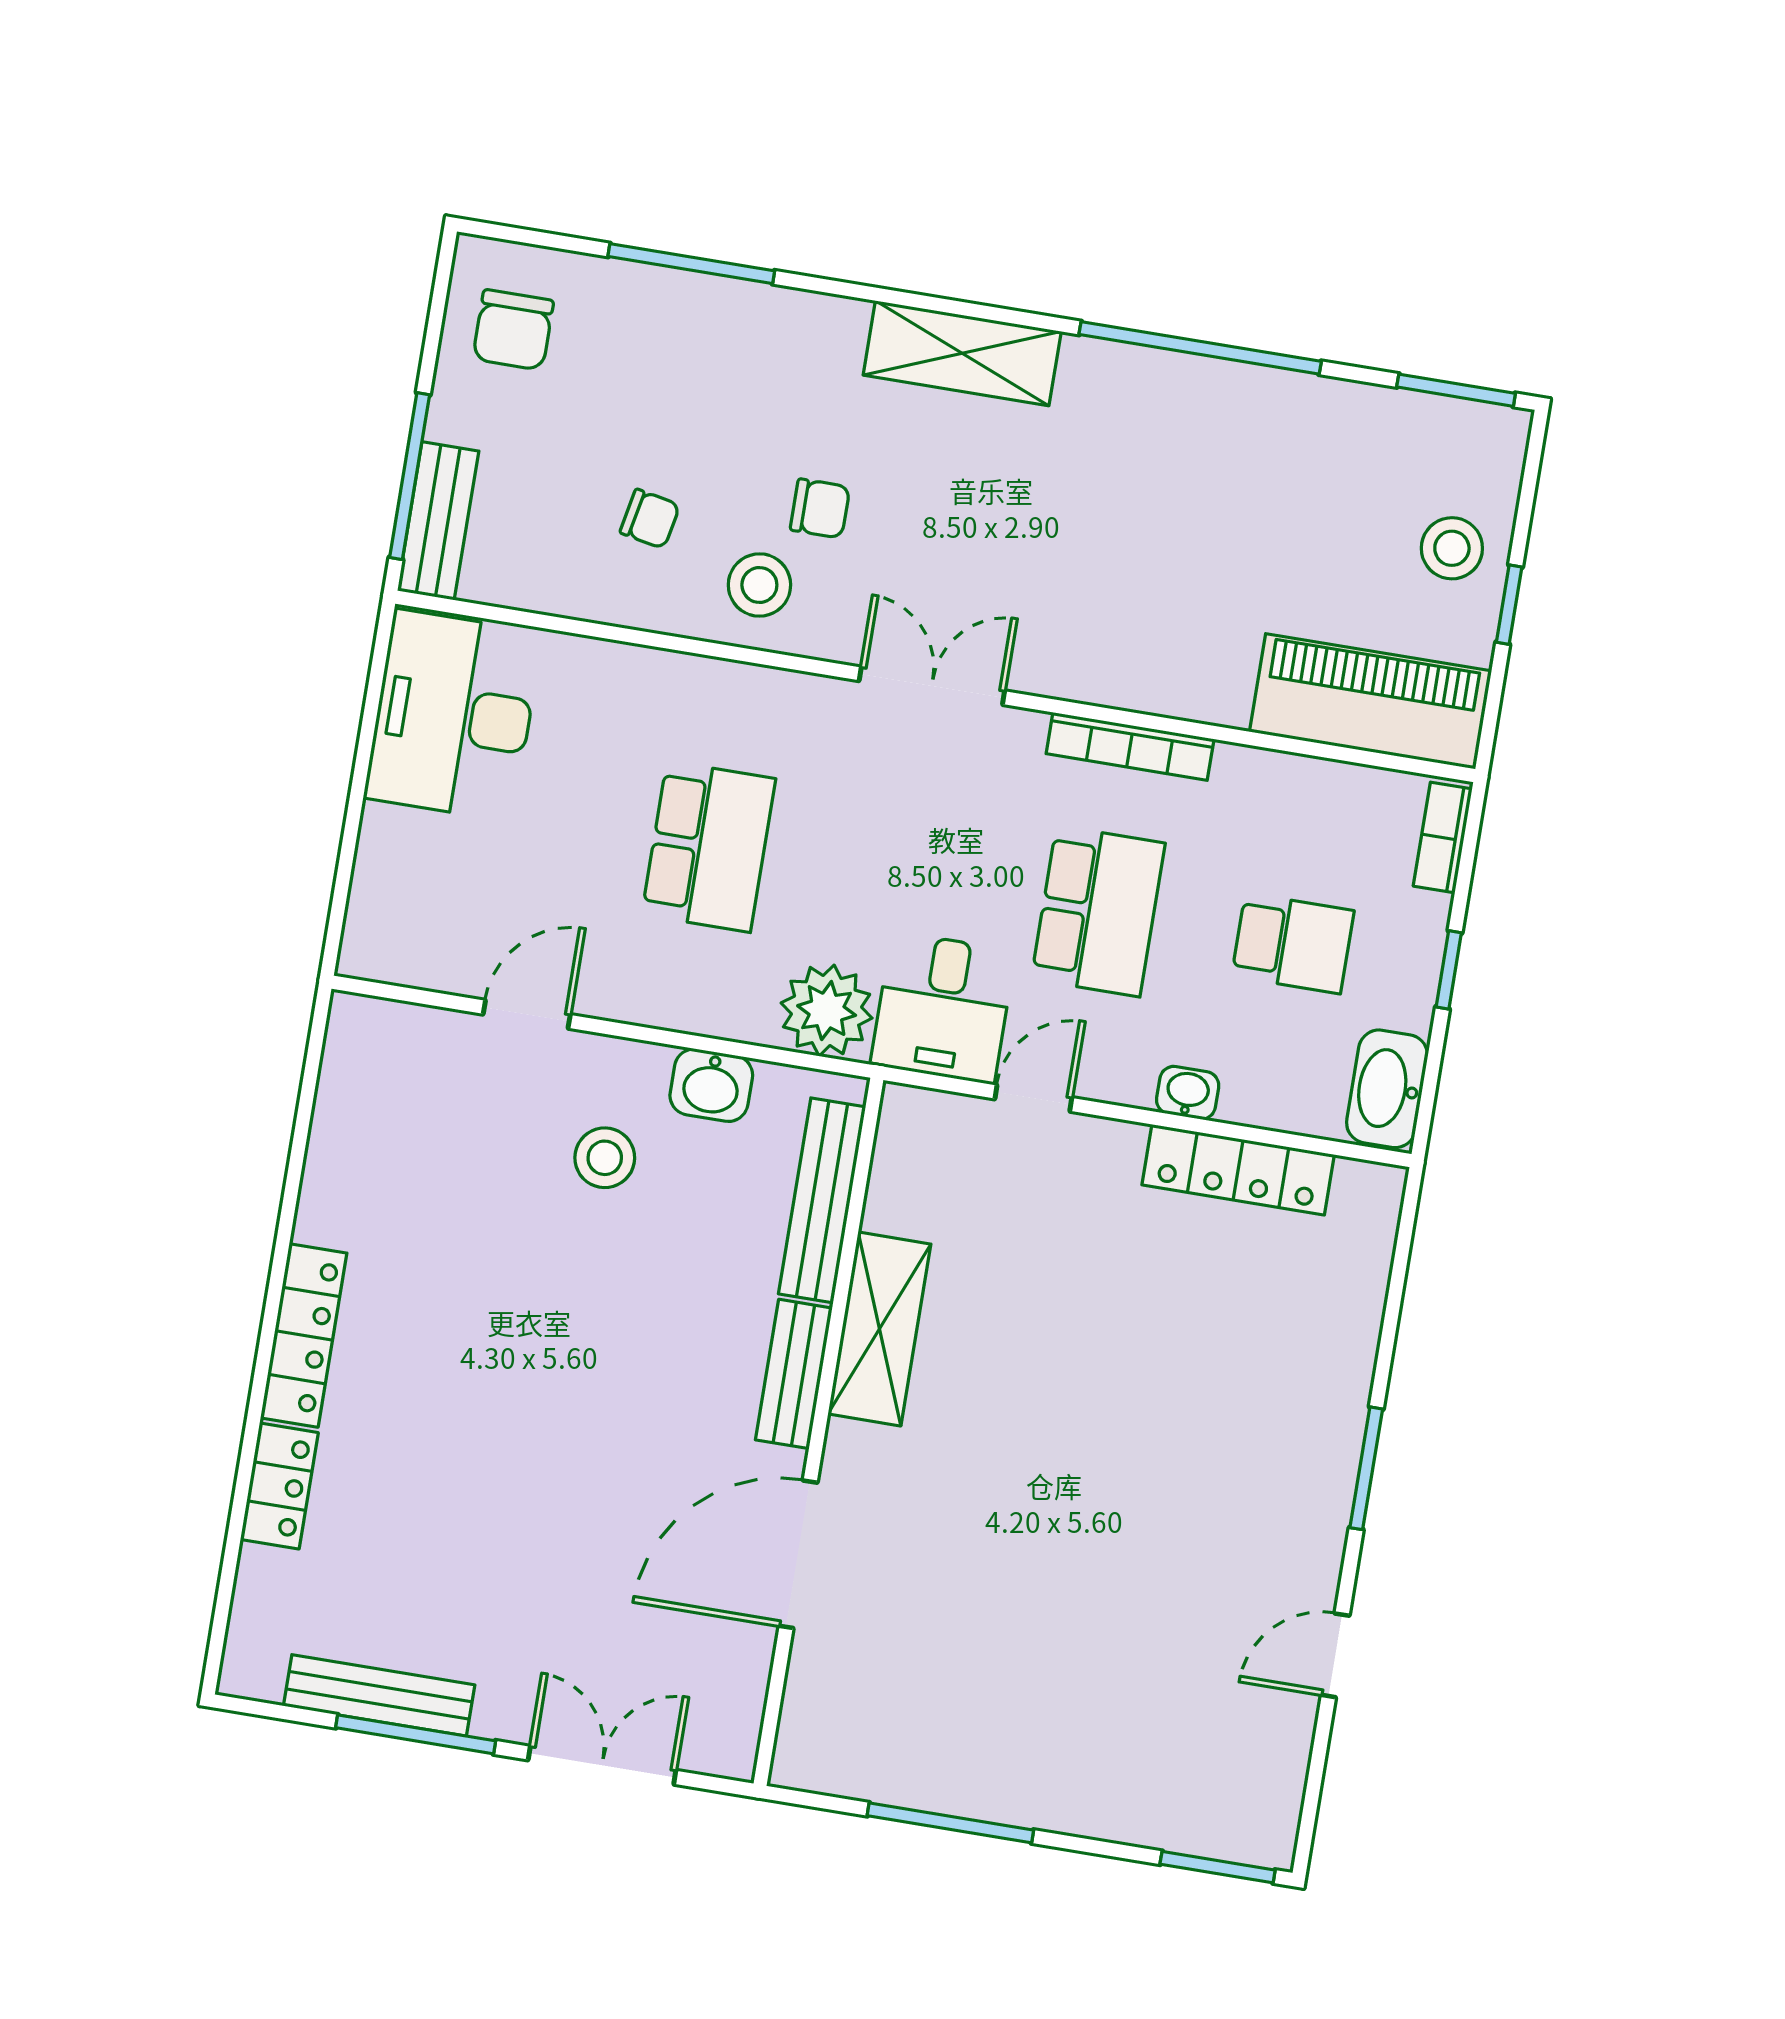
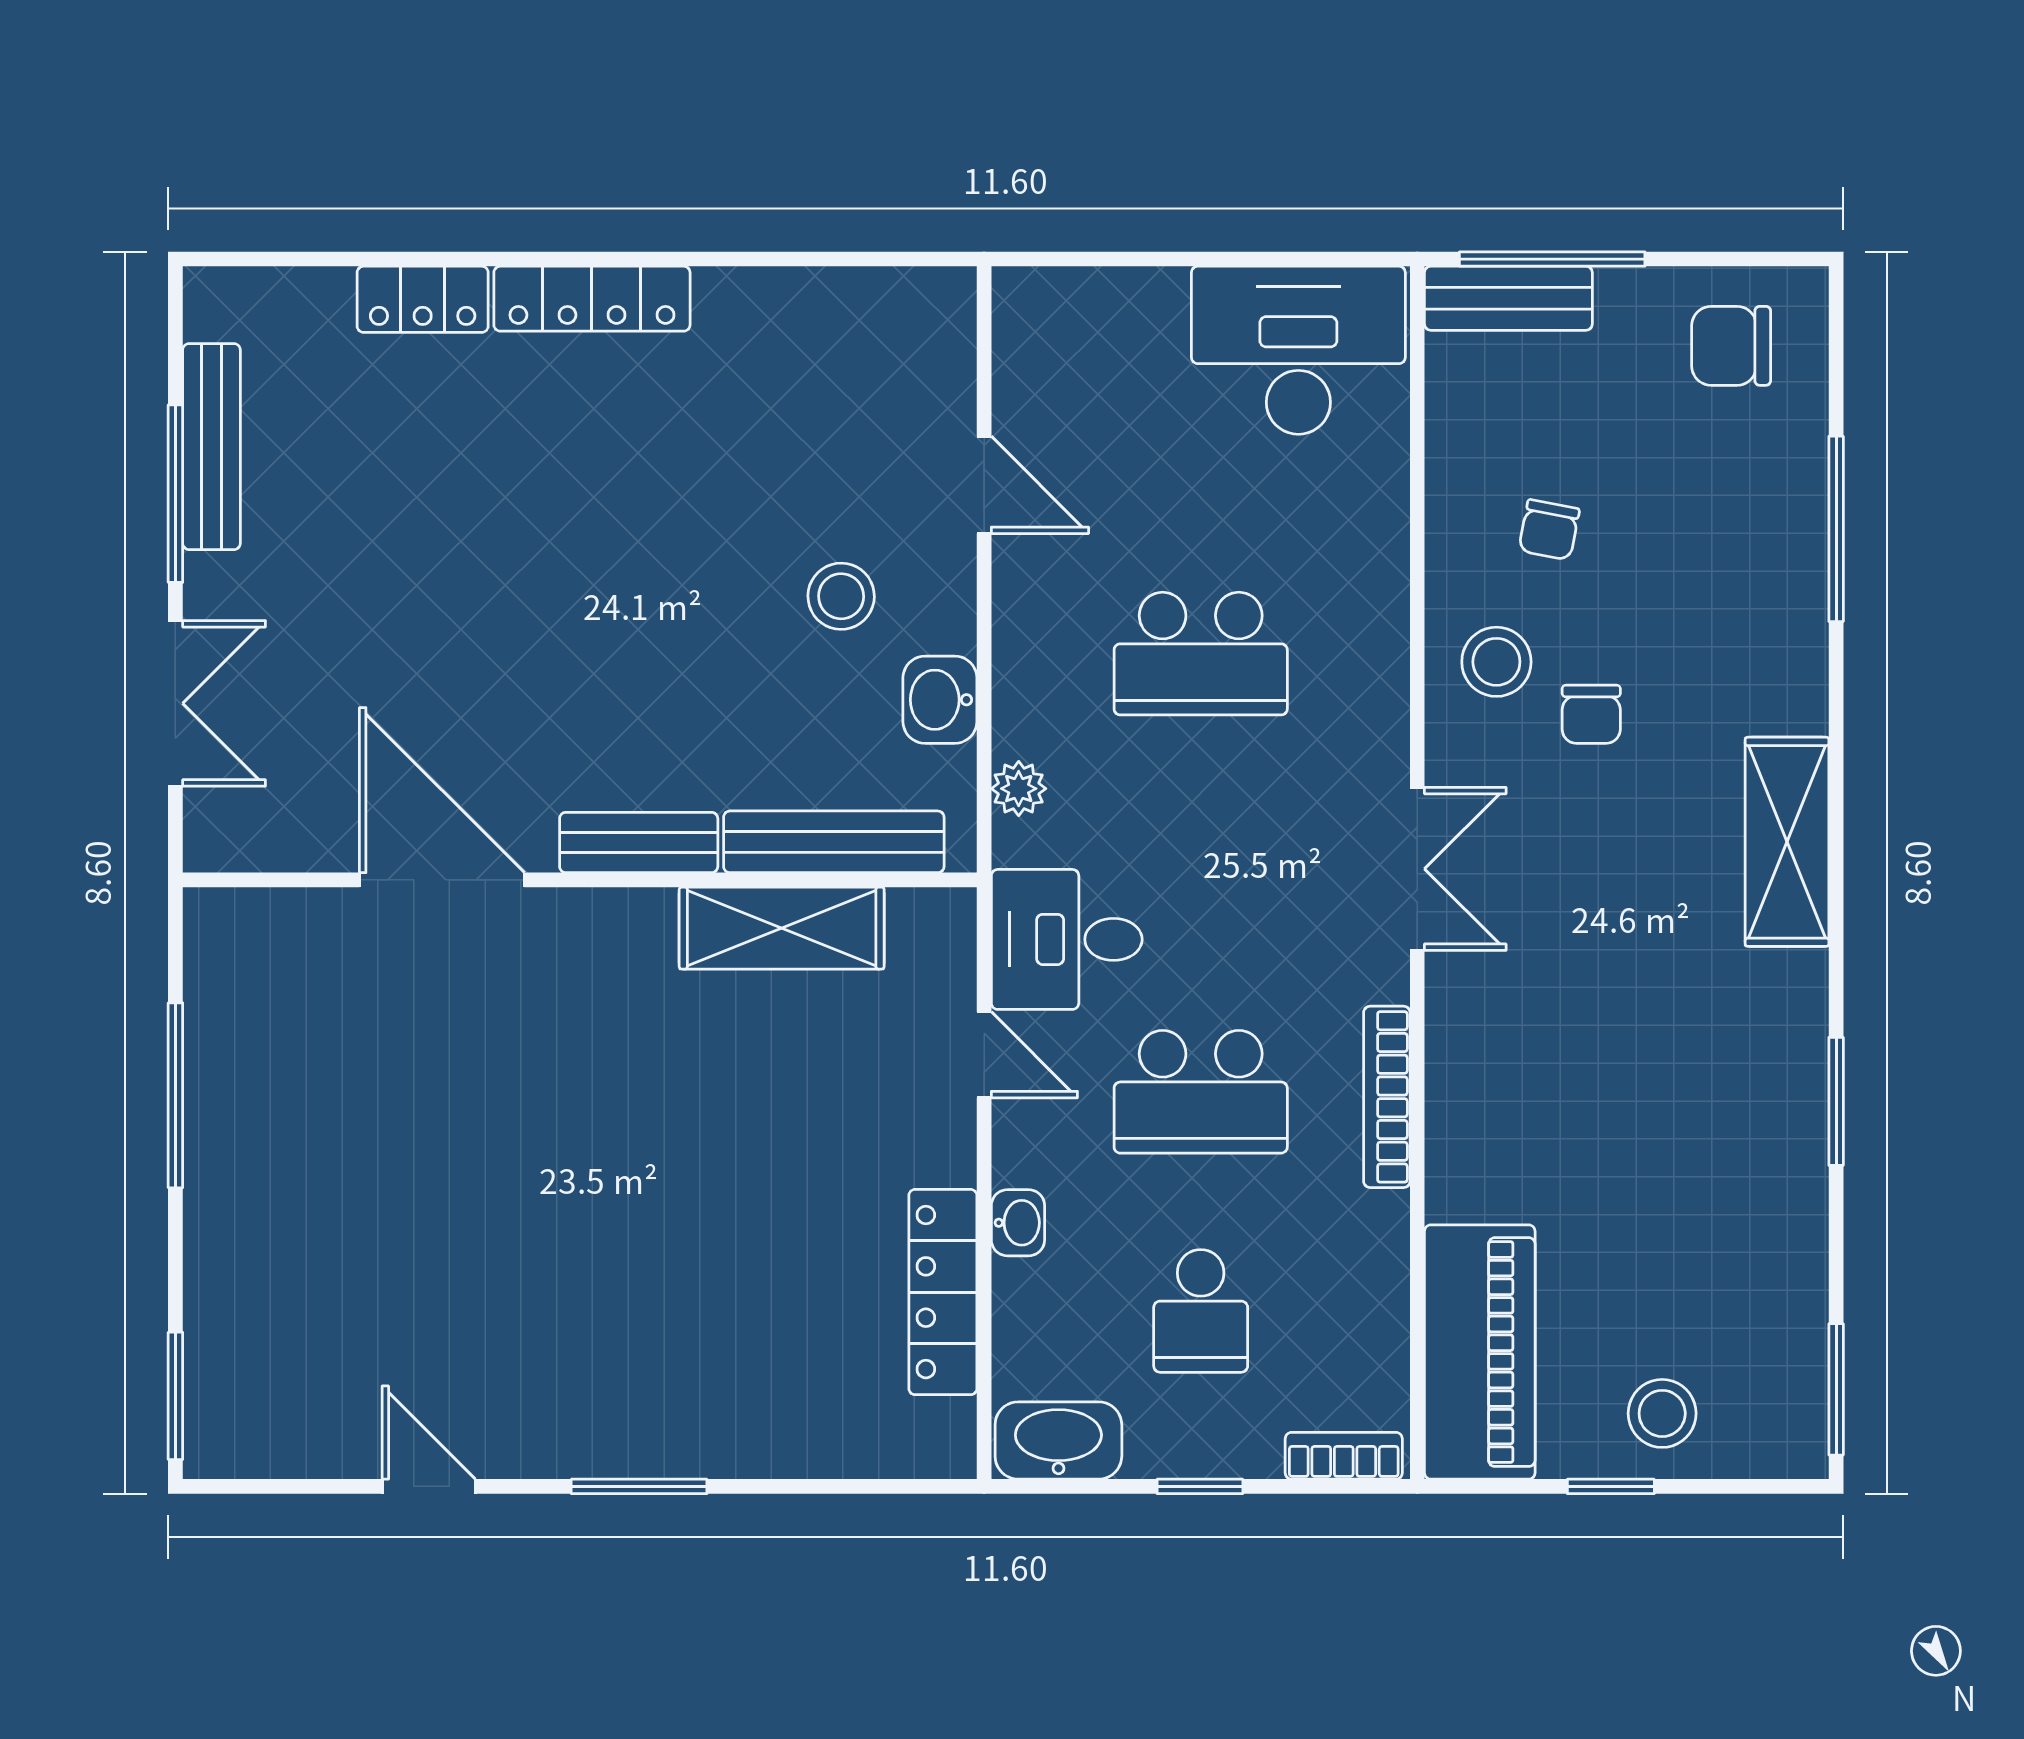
window: (1200, 348) -> (1836, 1101), width x0.47
plant: (827, 1011) -> (1019, 789), width x0.53, depth x0.53
shelving: (879, 1329) -> (782, 928), moved

